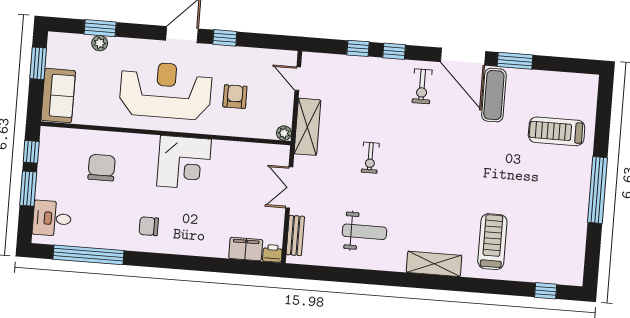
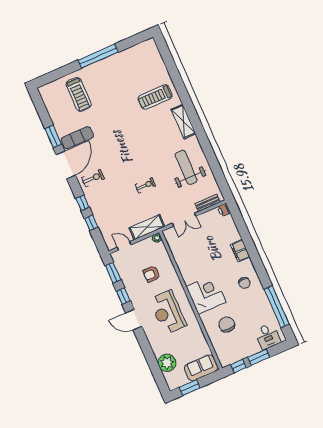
window: (100, 28) -> (113, 273), moved
plant: (100, 43) -> (167, 363), width x1.87, depth x1.87
door: (298, 79) -> (124, 246), swing flipped
reception desk: (166, 90) -> (168, 312), width x0.74, depth x0.77
corner desk: (184, 163) -> (206, 294), moved
chair: (102, 168) -> (227, 324), turned 90
weight bench: (364, 232) -> (186, 167), width x1.36, depth x1.33
filing cabinet: (246, 249) -> (240, 251), moved
window: (546, 291) -> (166, 55), removed

